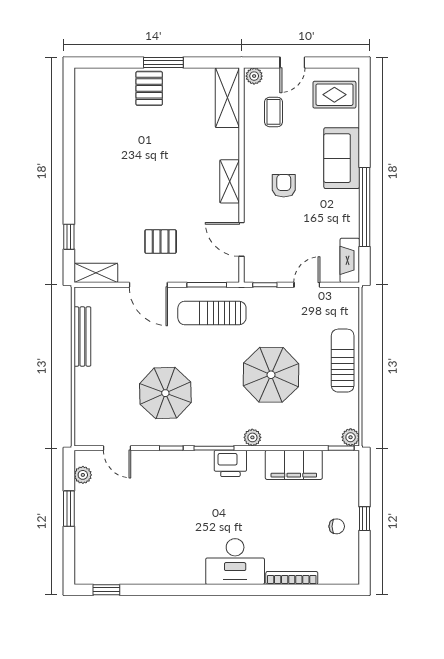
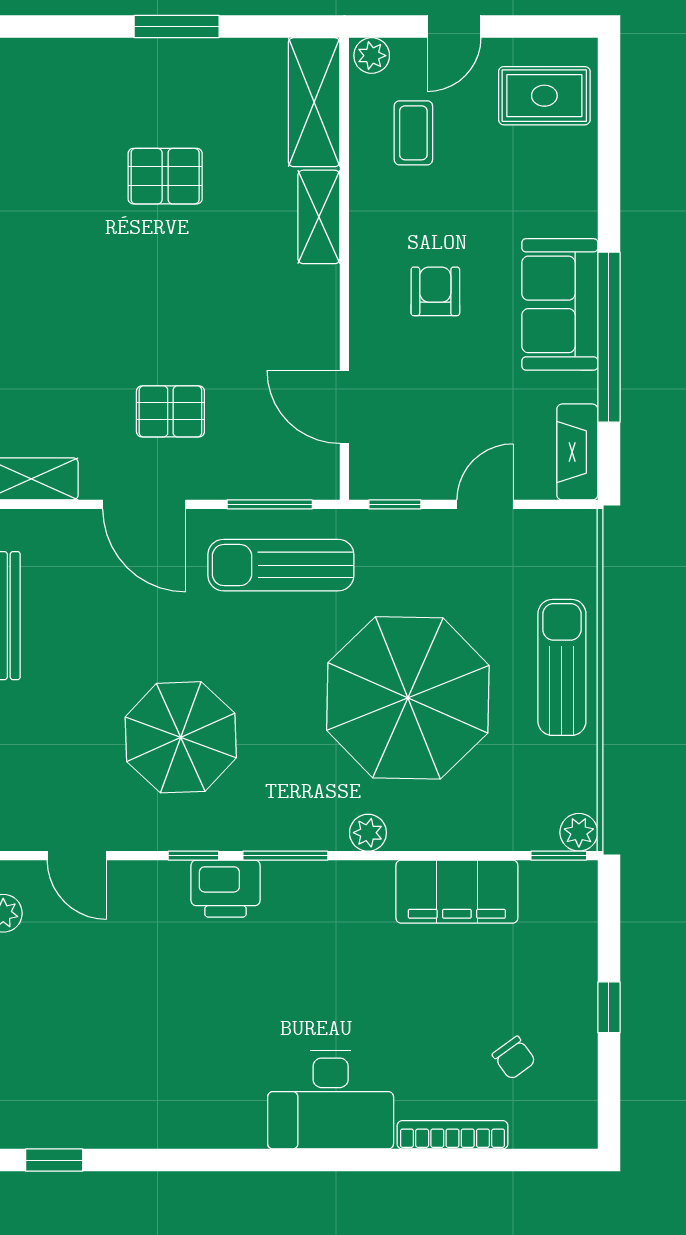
pallet: (149, 88) -> (165, 176), moved, turned 90
sofa: (342, 158) -> (560, 304), moved
shelving: (230, 181) -> (319, 217), moved
parasol: (271, 375) -> (408, 698), width x1.36, depth x1.36
printer: (230, 463) -> (226, 889), moved
chair: (337, 526) -> (514, 1058), moved, turned 54

